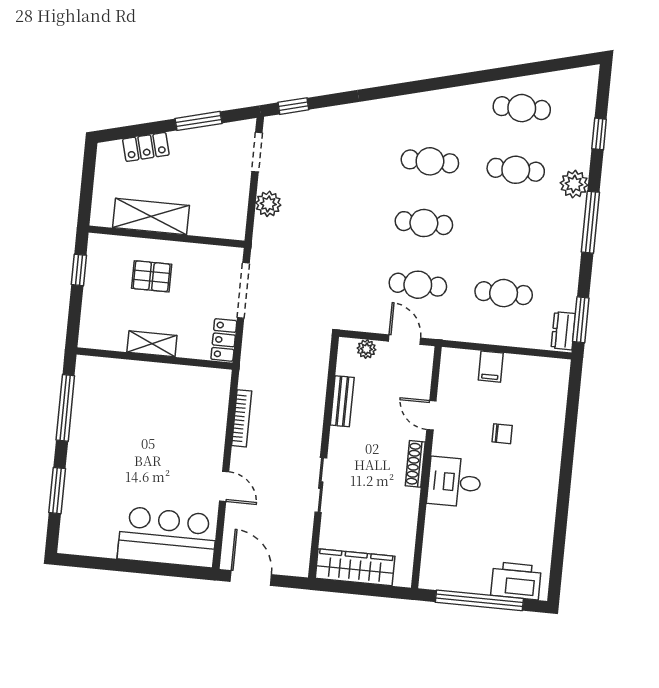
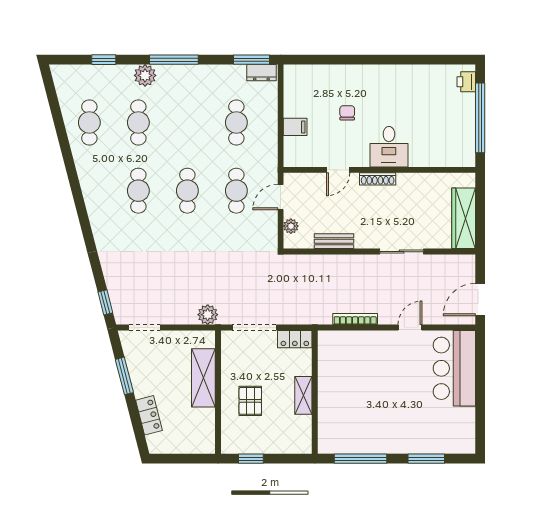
plant: (268, 204) -> (208, 315), moved
shelving: (151, 217) -> (203, 378), moved
printer: (516, 581) -> (466, 82), width x0.53, depth x0.68

